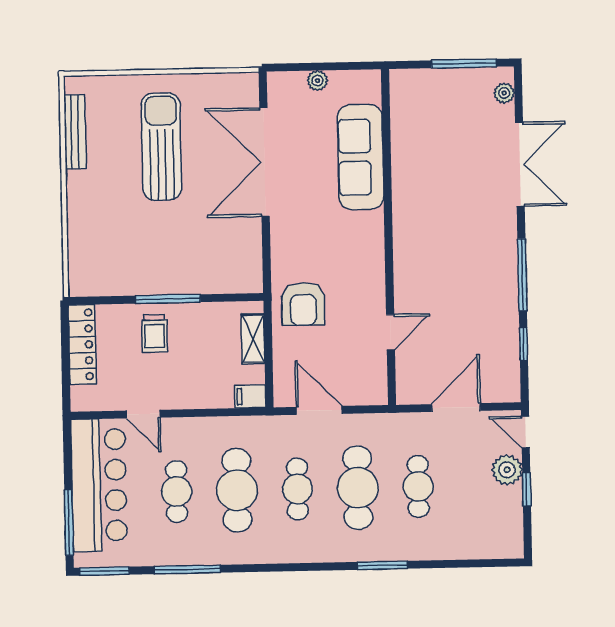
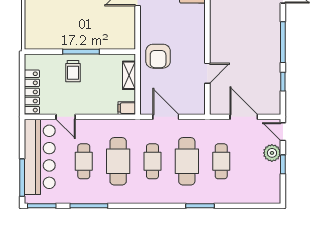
locker: (82, 345) -> (32, 92), moved
door: (456, 408) -> (244, 117), hinge flipped

